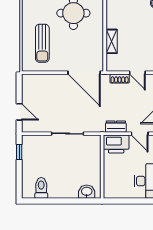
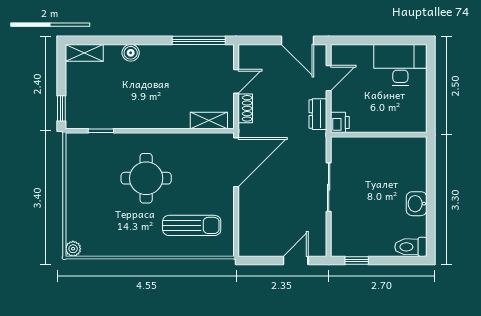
shelving: (112, 41) -> (209, 121), moved
printer: (116, 144) -> (340, 122), width x0.53, depth x0.68
toilet: (41, 188) -> (411, 247), moved
washbasin: (87, 192) -> (417, 204), moved

